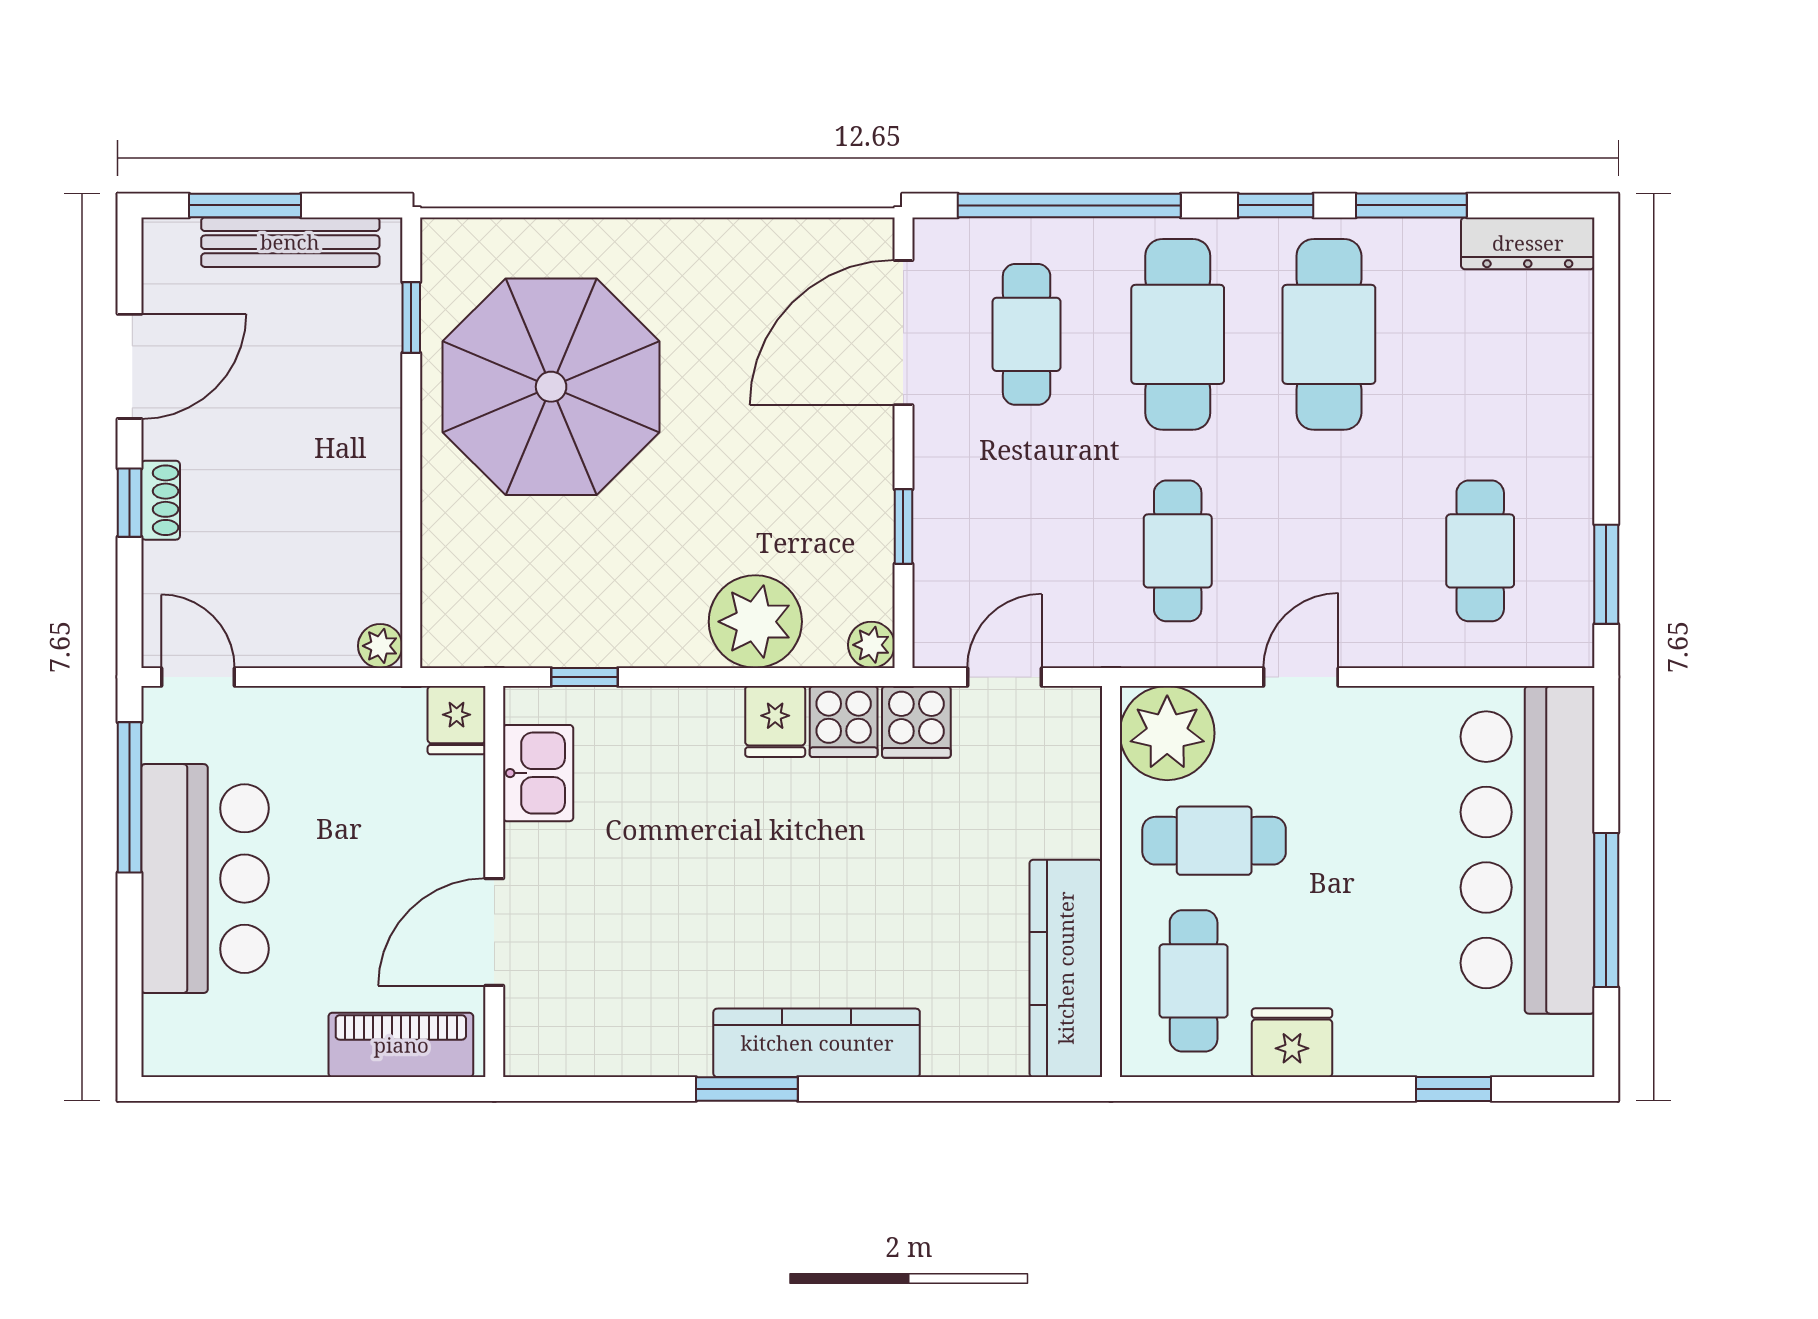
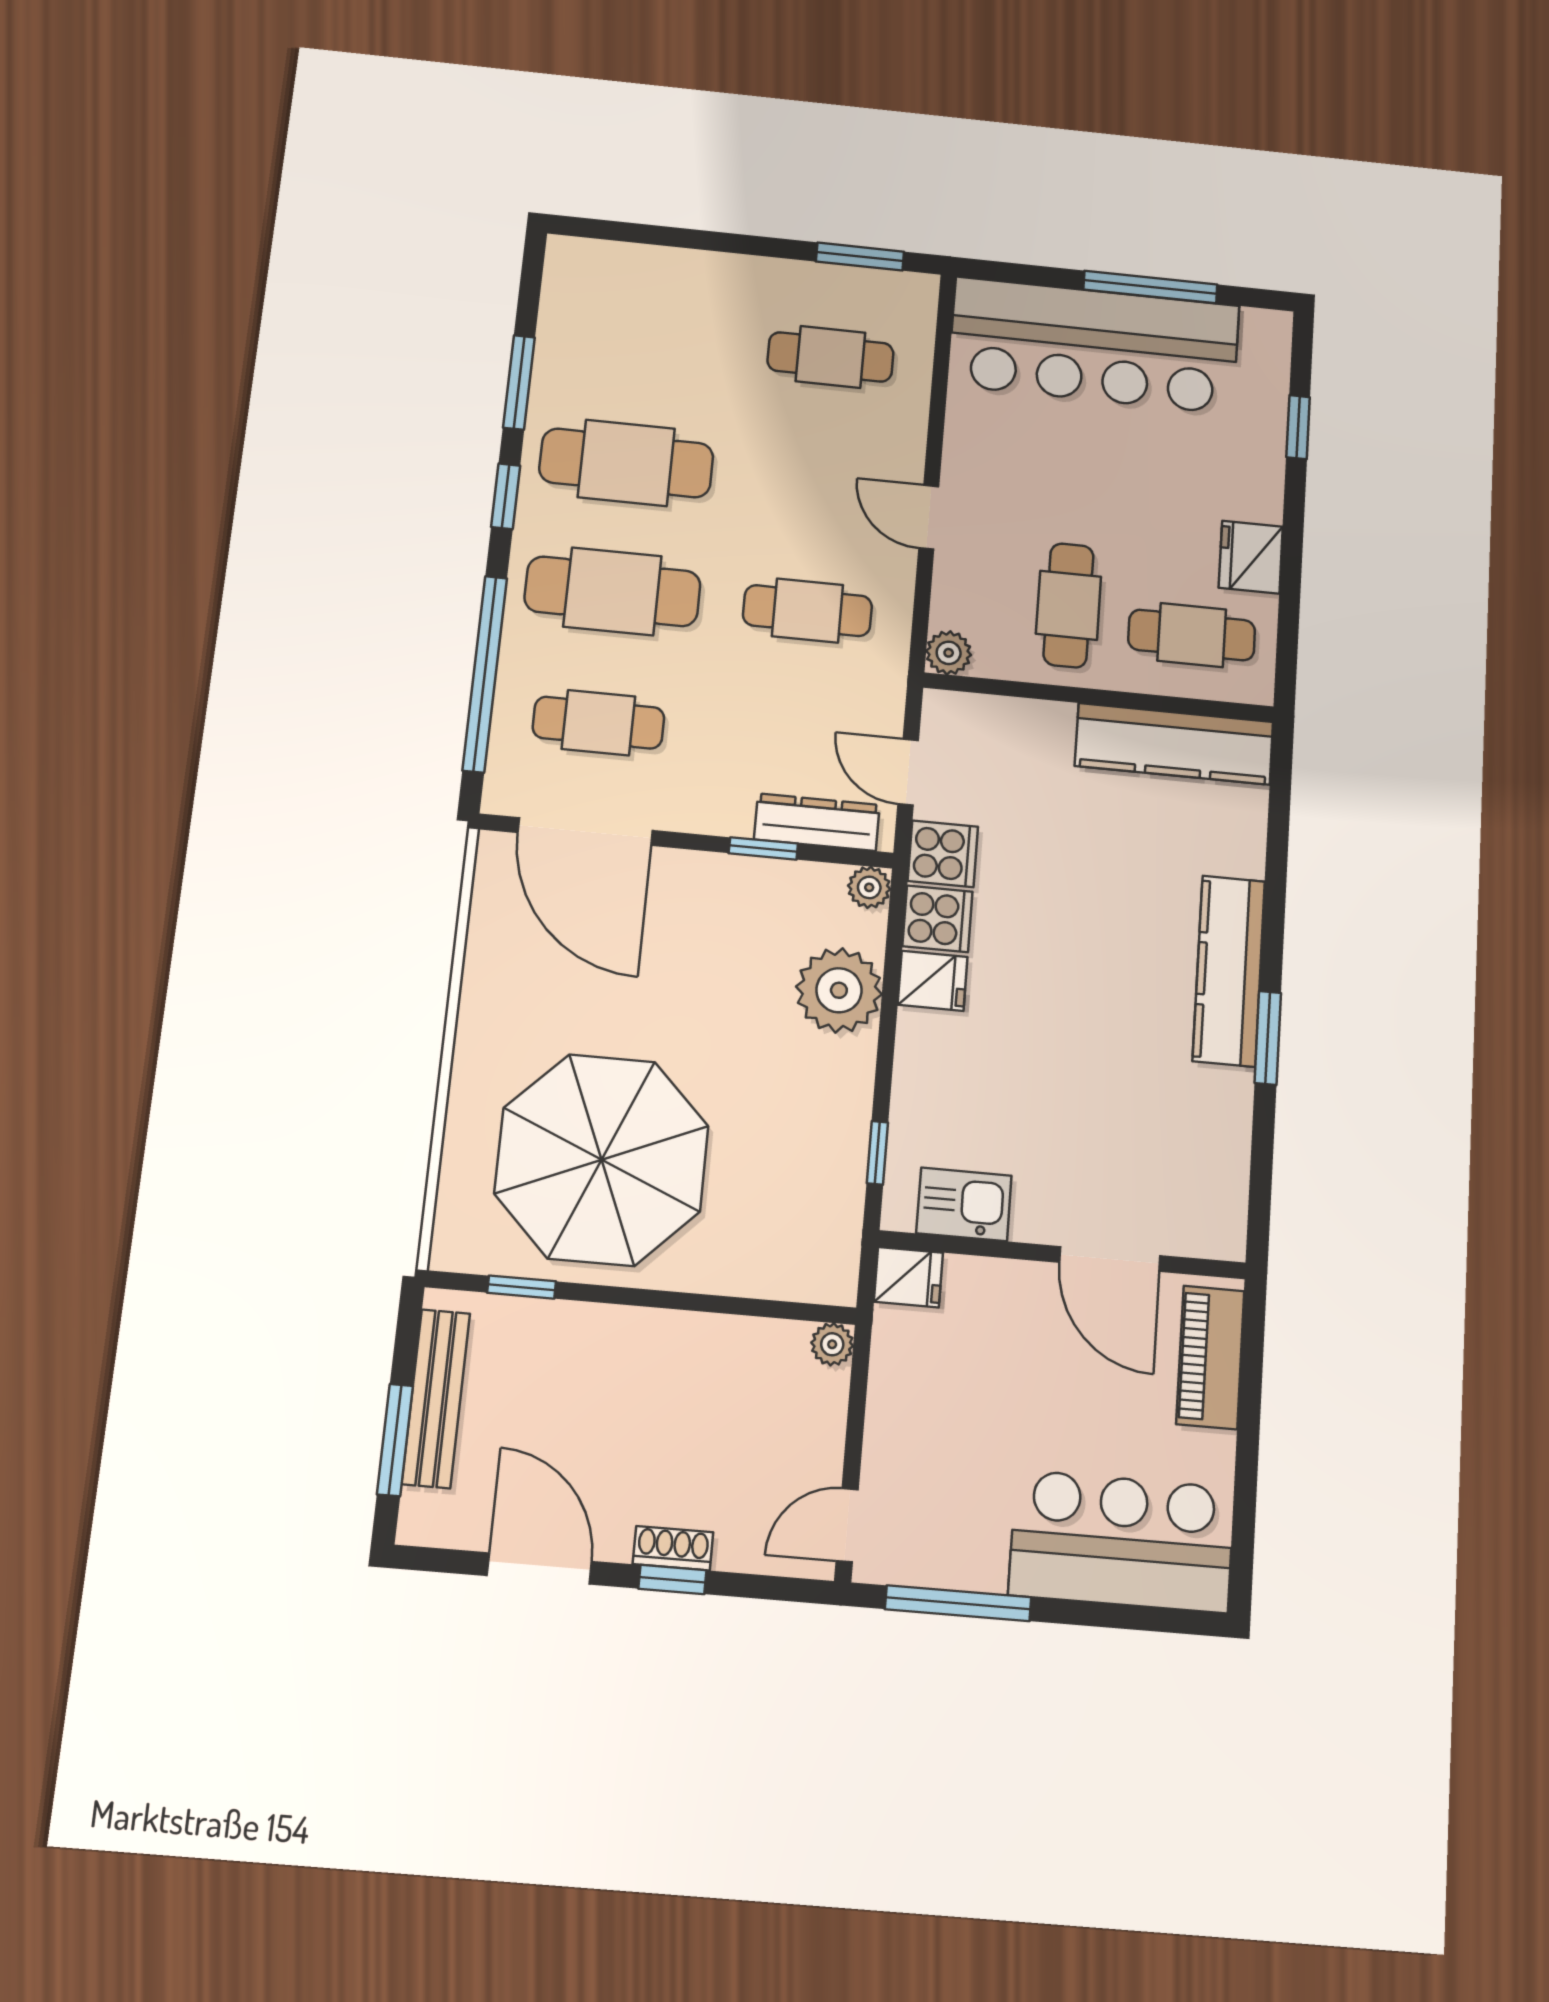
dresser: (1528, 243) -> (817, 822), moved, turned -90
plant: (1167, 733) -> (949, 653), width x0.53, depth x0.53
bar counter: (205, 879) -> (1122, 1541), moved

